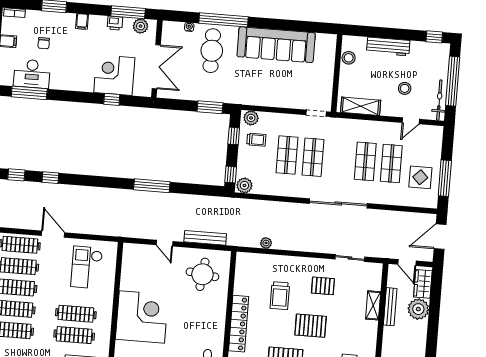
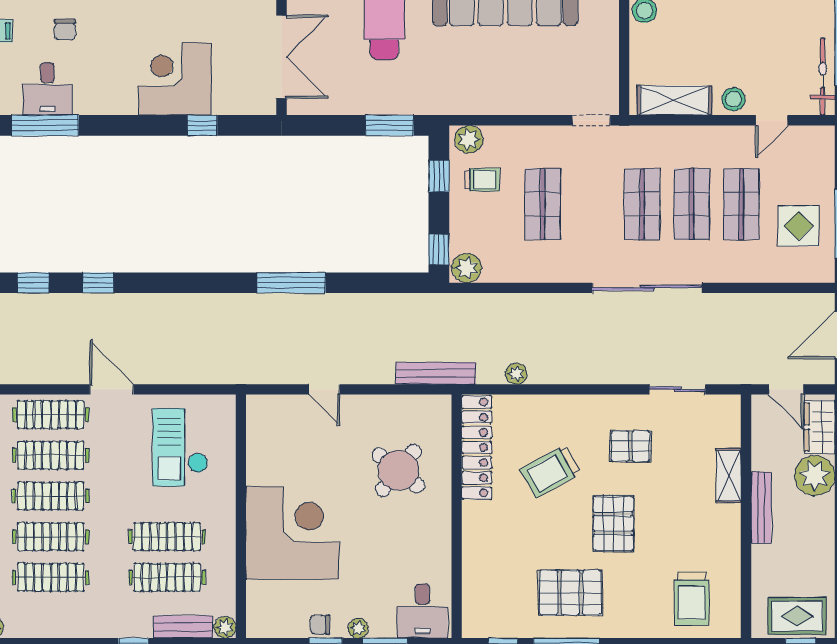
desk: (32, 74) -> (47, 89), width x0.73
corner desk: (114, 75) -> (175, 79), moved
stool: (405, 88) -> (734, 99), moved
shop shelf: (313, 157) -> (642, 204), moved
bench: (205, 238) -> (436, 373), moved
round table: (202, 274) -> (398, 470), moved, turned 32
trolley: (280, 296) -> (550, 471), turned 61
bench: (390, 307) -> (761, 508), moved
locker: (239, 324) -> (477, 447), moved
pallet: (311, 326) -> (613, 523), turned 90

